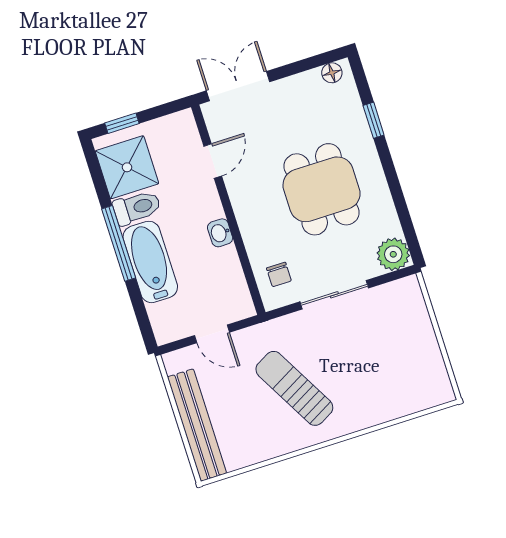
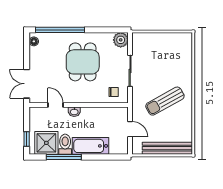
window: (374, 120) -> (60, 30), width x3.17
dining table: (322, 189) -> (83, 62), turned 90
washbasin: (220, 233) -> (74, 112), moved
window: (119, 243) -> (64, 157), moved
door: (212, 334) -> (130, 129), hinge flipped

